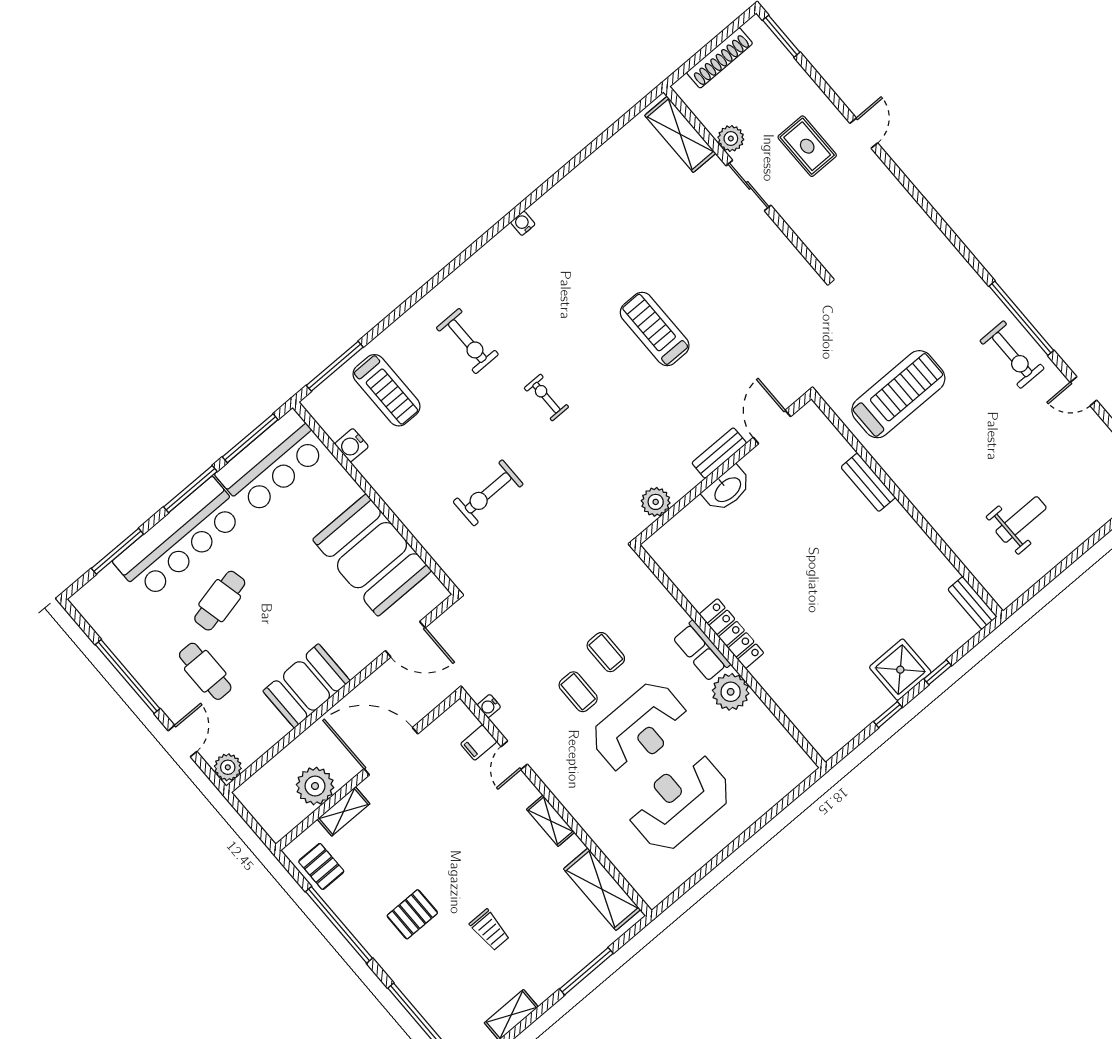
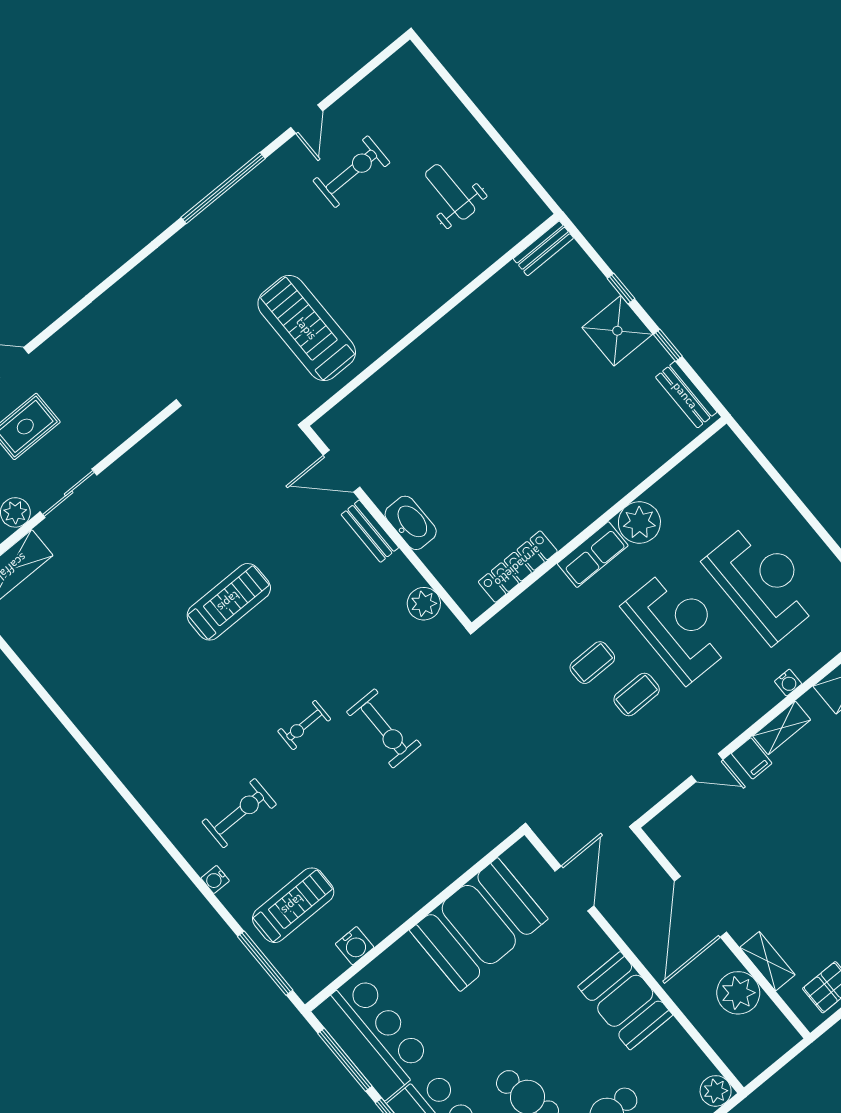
water cooler: (523, 223) -> (215, 879), moved
treadmill: (655, 329) -> (229, 602), turned 180
exercise bike: (1012, 355) -> (351, 172), moved
bench: (868, 482) -> (686, 395), moved, turned 90
exercise bike: (488, 493) -> (384, 728), moved
locker: (731, 634) -> (518, 567), moved
water cooler: (489, 706) -> (788, 683), moved
filing cabinet: (479, 743) -> (752, 758), moved
reception desk: (680, 802) -> (763, 582), turned 180

